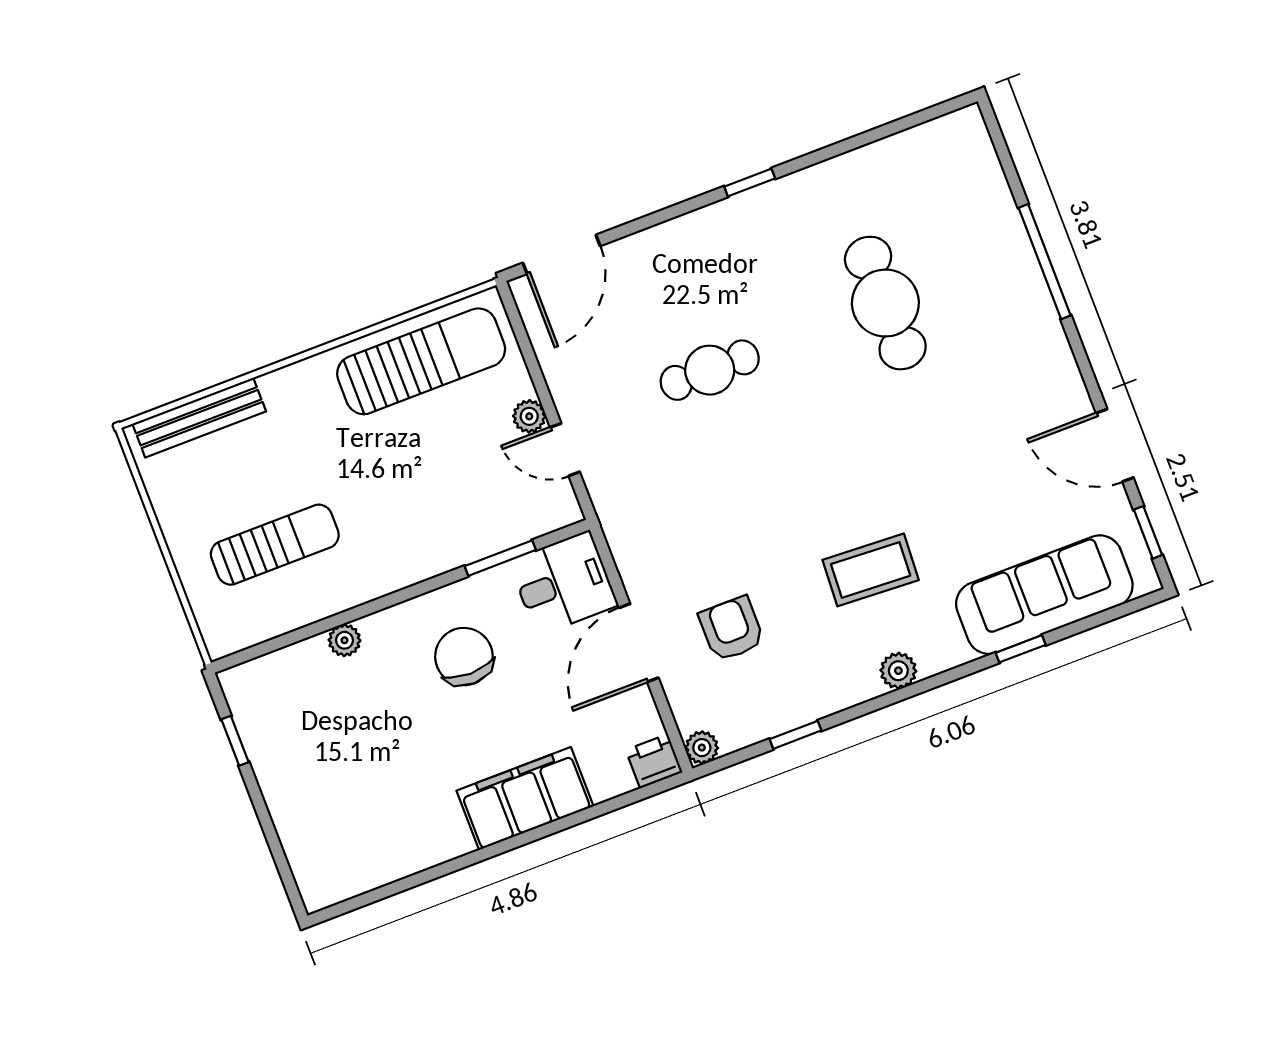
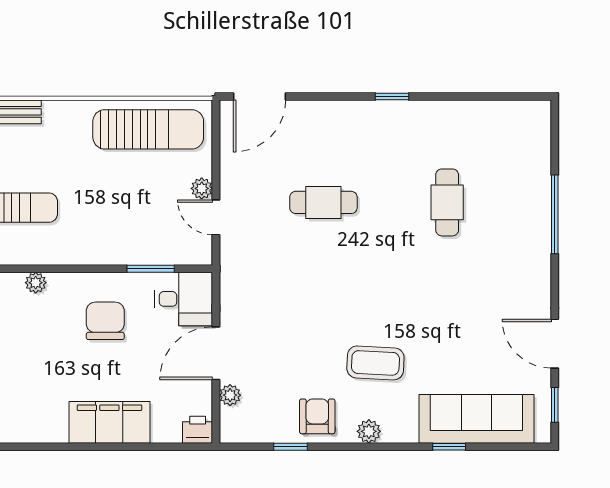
cafe table: (885, 303) -> (447, 202), width x0.73, depth x0.74
armchair: (732, 629) -> (317, 416), moved
plant: (702, 748) -> (230, 395), moved

